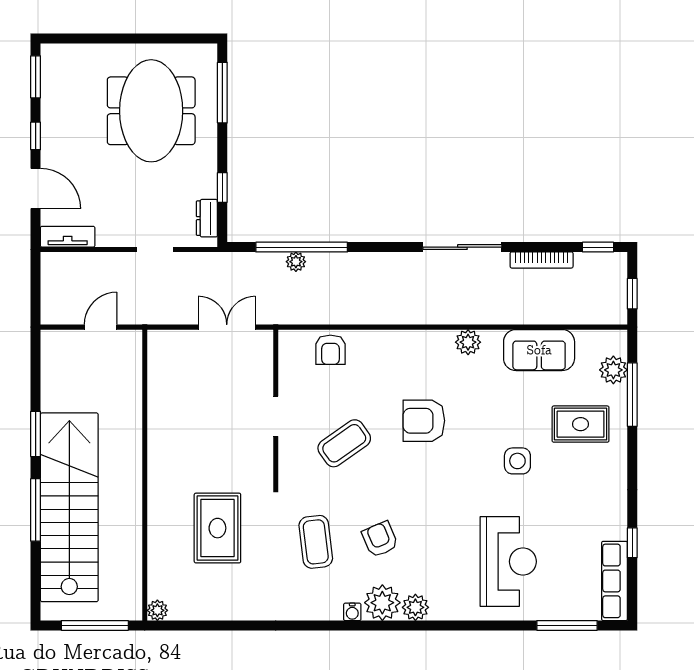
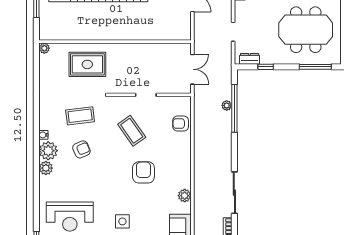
wall: (145, 475) -> (115, 42), moved
plant: (157, 610) -> (44, 48), moved

